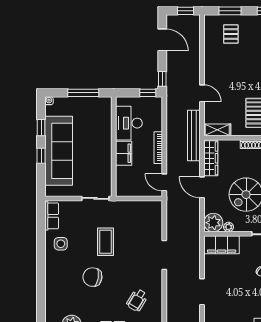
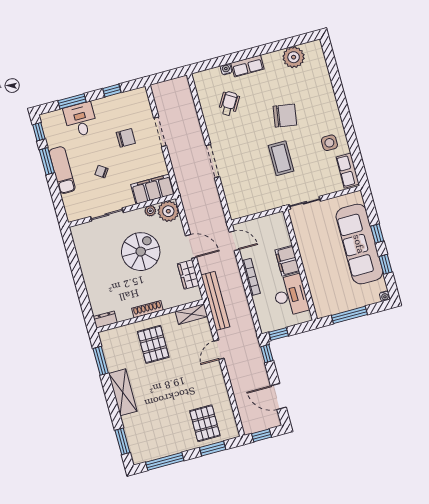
pallet: (231, 34) -> (205, 423), width x1.50, depth x1.42
door: (202, 93) -> (219, 350), hinge flipped
wardrobe: (211, 158) -> (188, 275), width x0.67
chair: (233, 295) -> (126, 138), added

